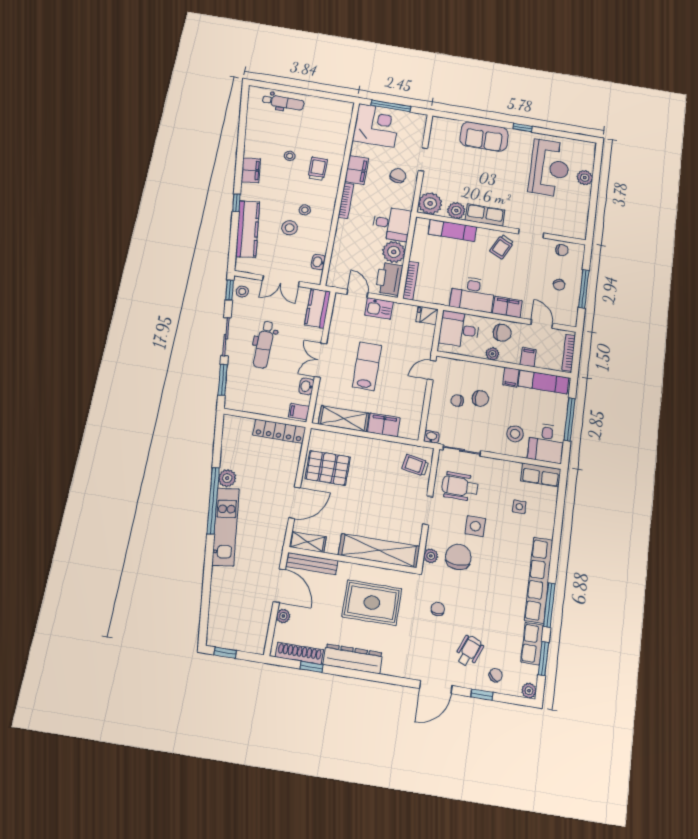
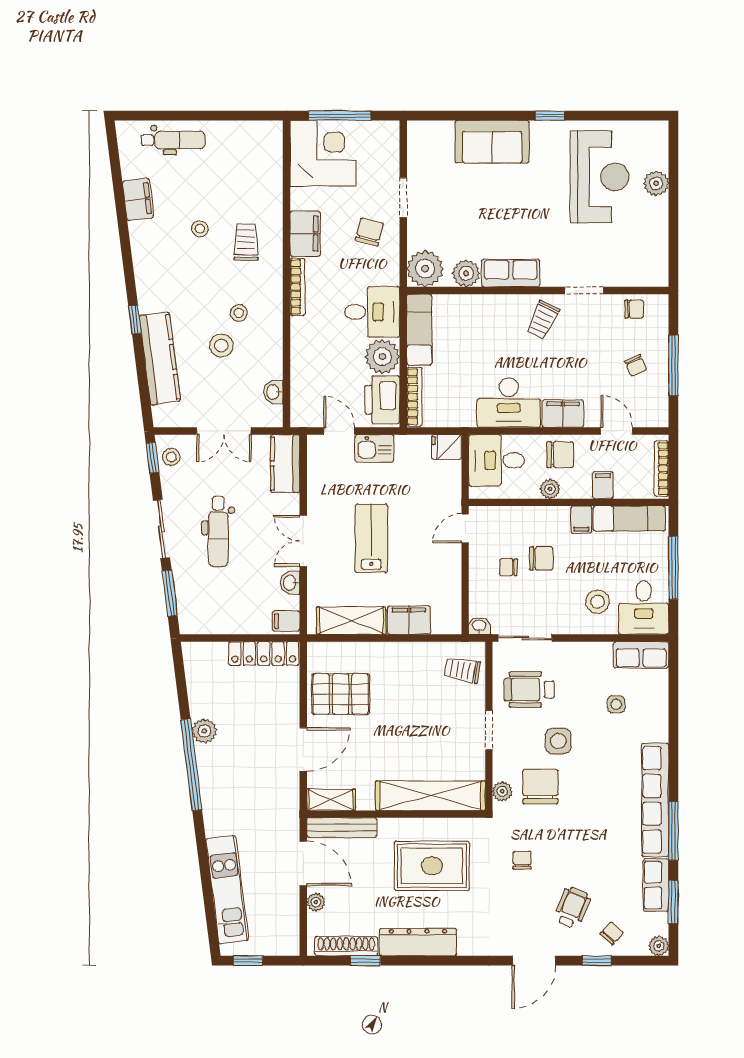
filing cabinet: (251, 170) -> (138, 199), moved
exam couch: (452, 230) -> (419, 330), moved, turned -90
kitchen unit: (226, 527) -> (227, 890), moved

